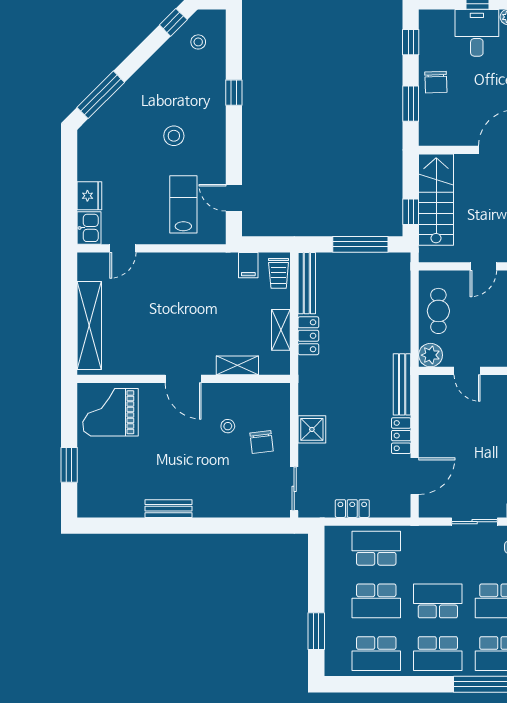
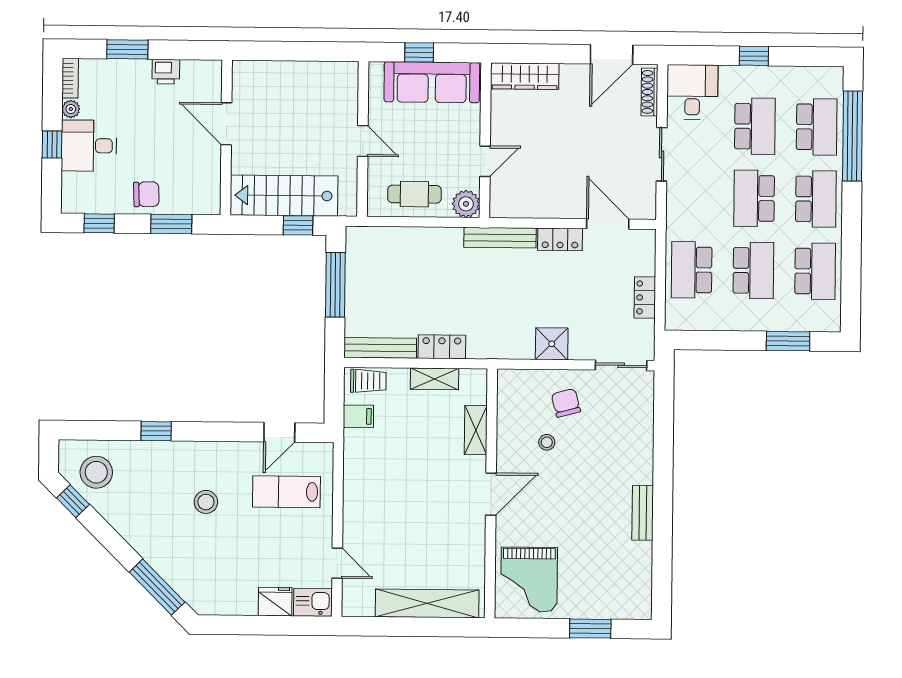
stool: (198, 42) -> (96, 472), width x1.89, depth x1.89
chair: (262, 442) -> (566, 403), turned -98

